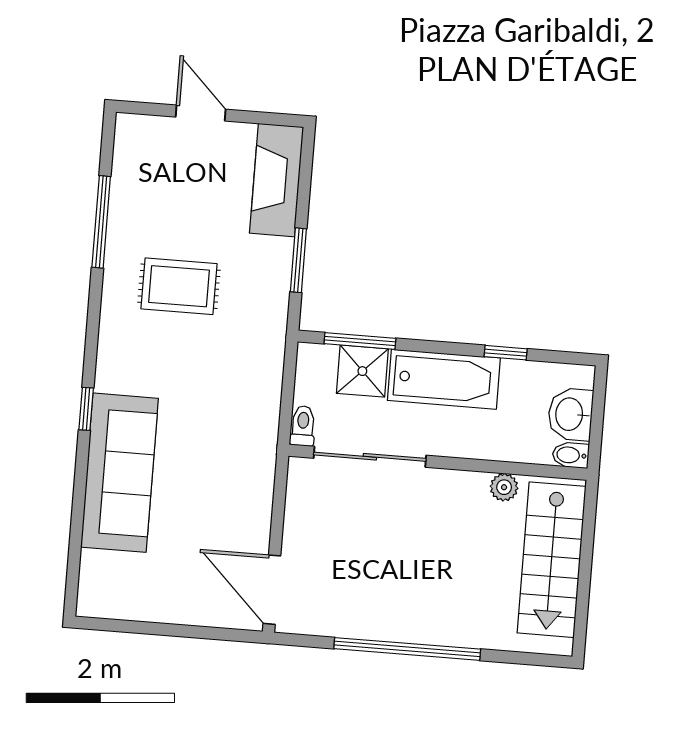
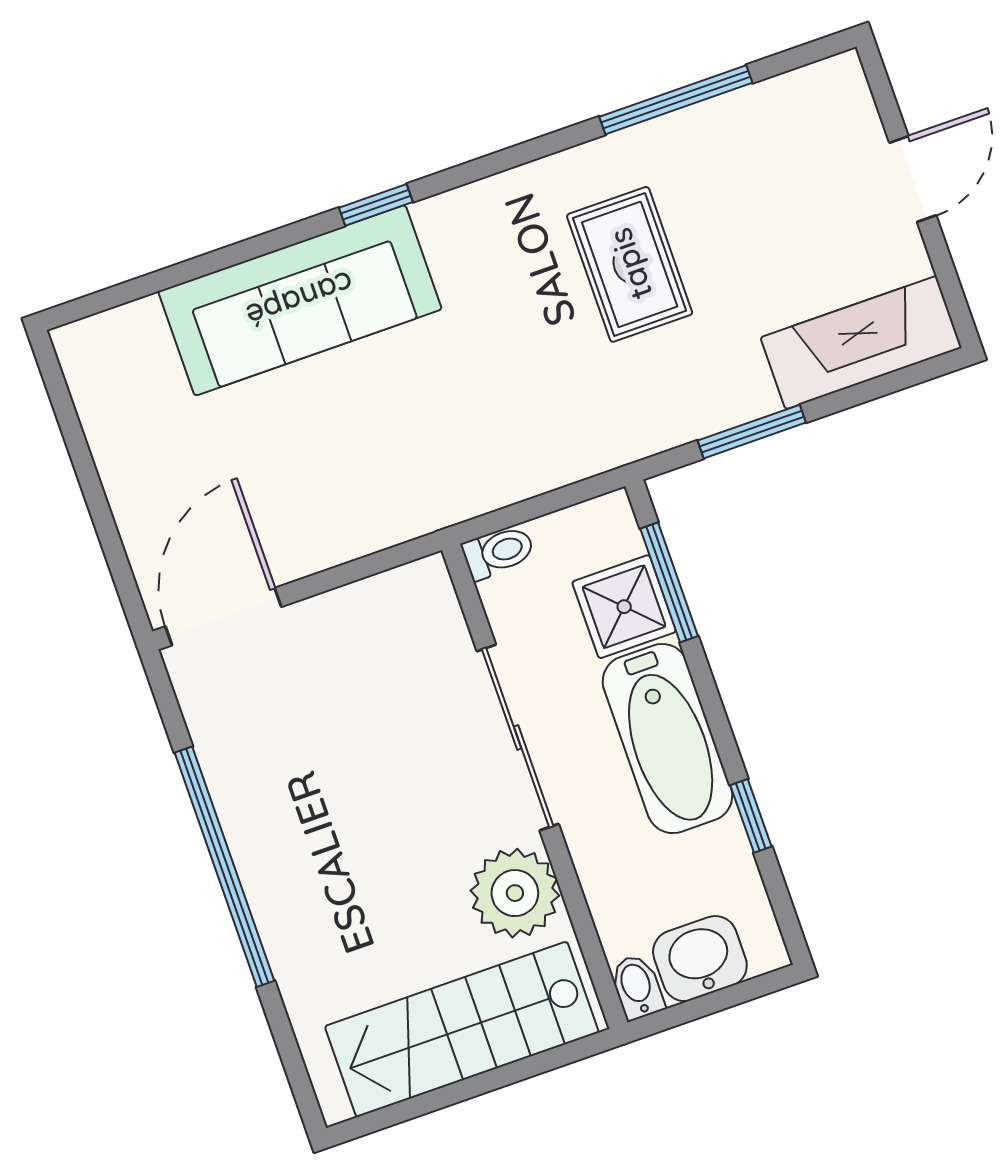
sliding door: (370, 457) -> (518, 738), moved
plant: (504, 487) -> (515, 893), width x1.87, depth x1.87

